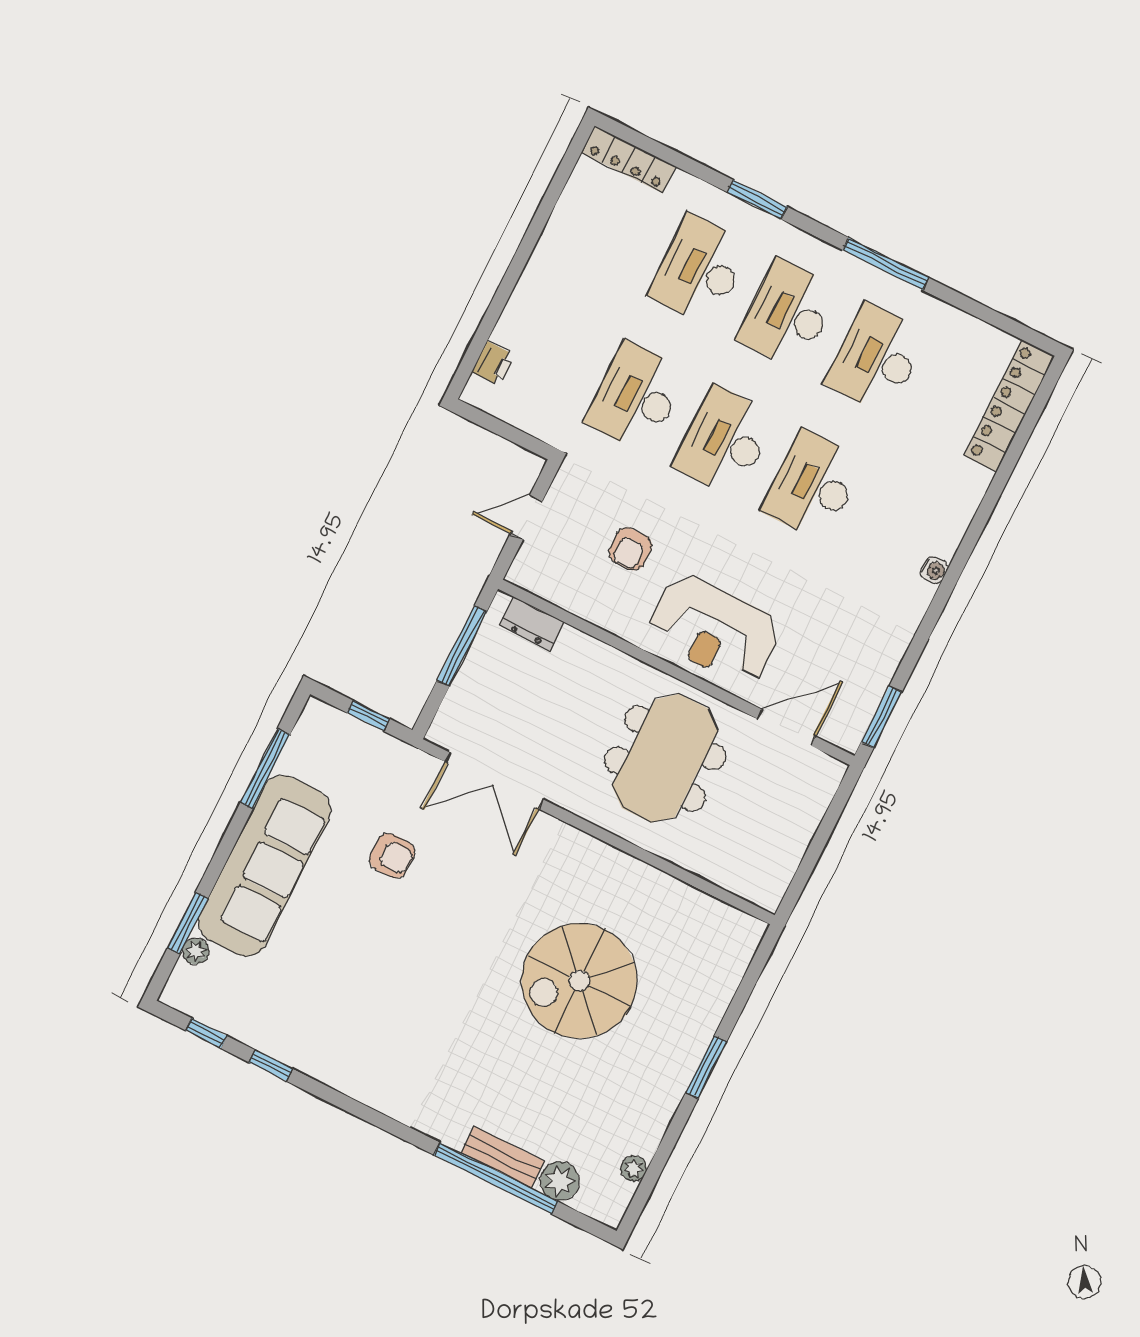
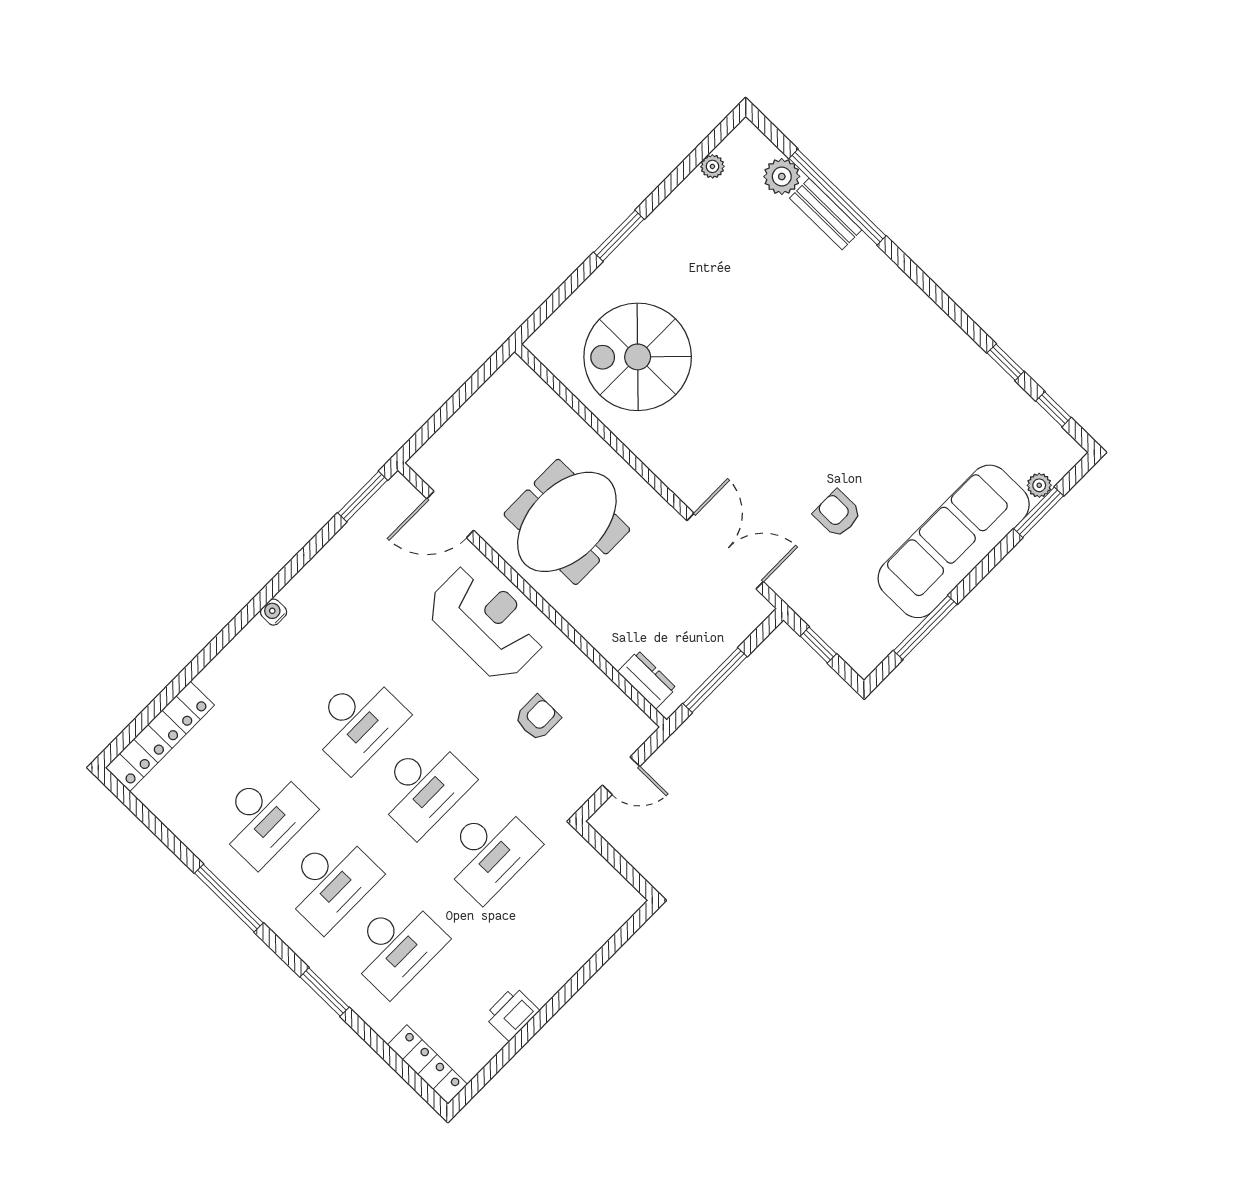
printer: (493, 363) -> (512, 1014), moved, width x1.36, depth x1.24
spiral stairs: (579, 981) -> (638, 357), moved, turned 180

